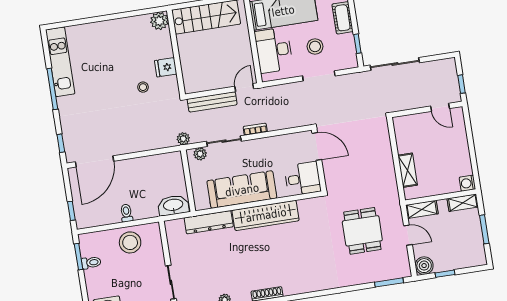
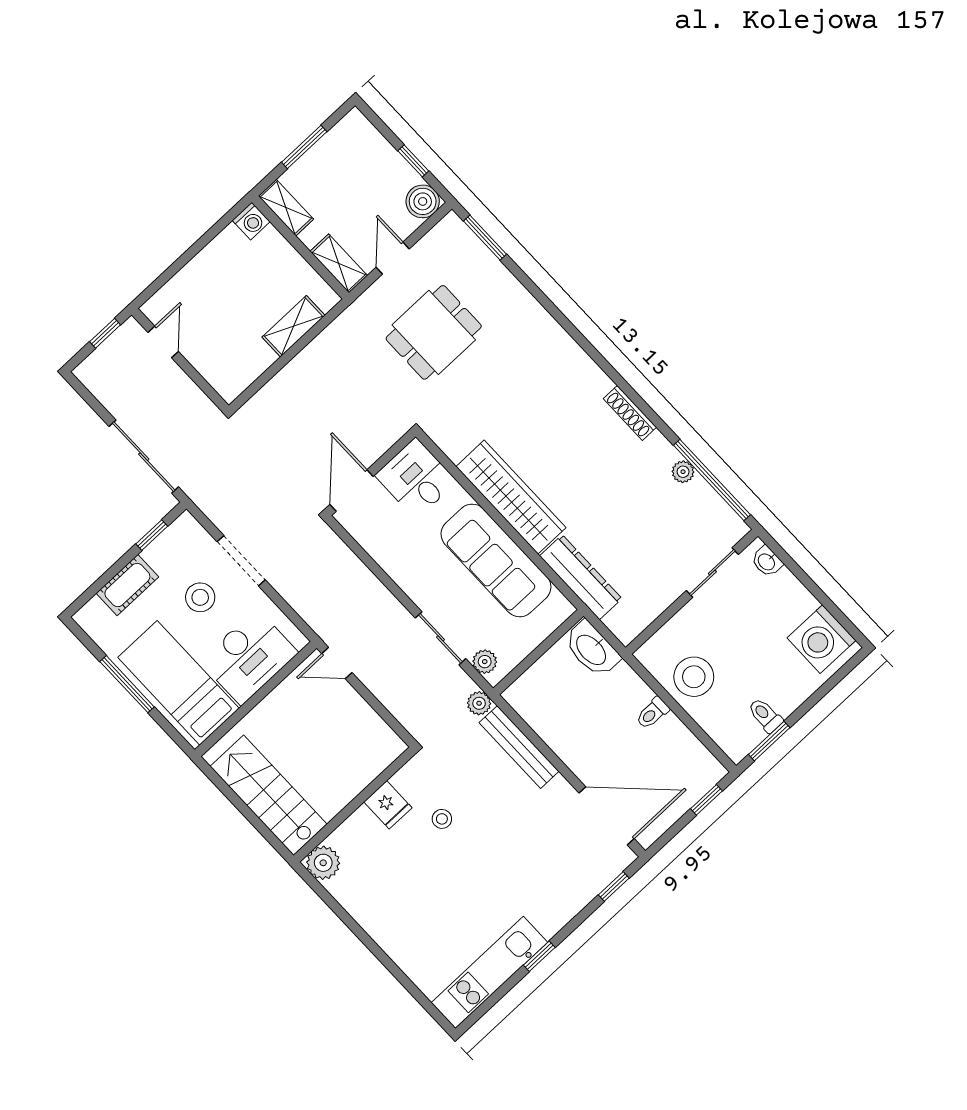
window: (52, 89) -> (539, 956), width x0.46
bench: (212, 102) -> (519, 747), moved
bookcase: (255, 129) -> (390, 603), removed

